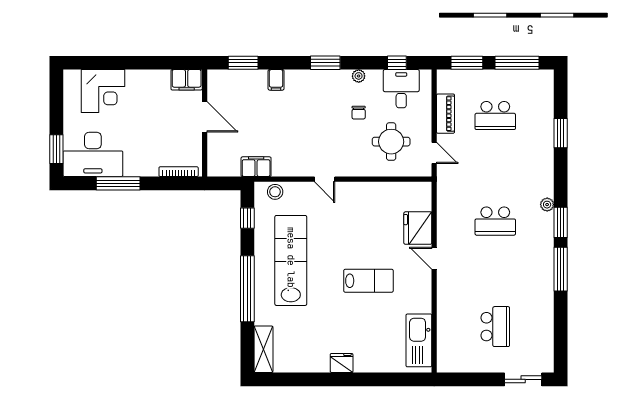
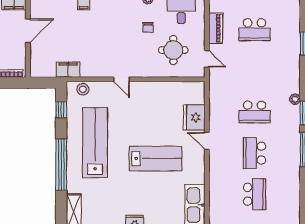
door: (205, 117) -> (28, 31), hinge flipped
school desk: (495, 274) -> (255, 153), added
lab bench: (368, 281) -> (156, 159), width x1.36, depth x1.39

